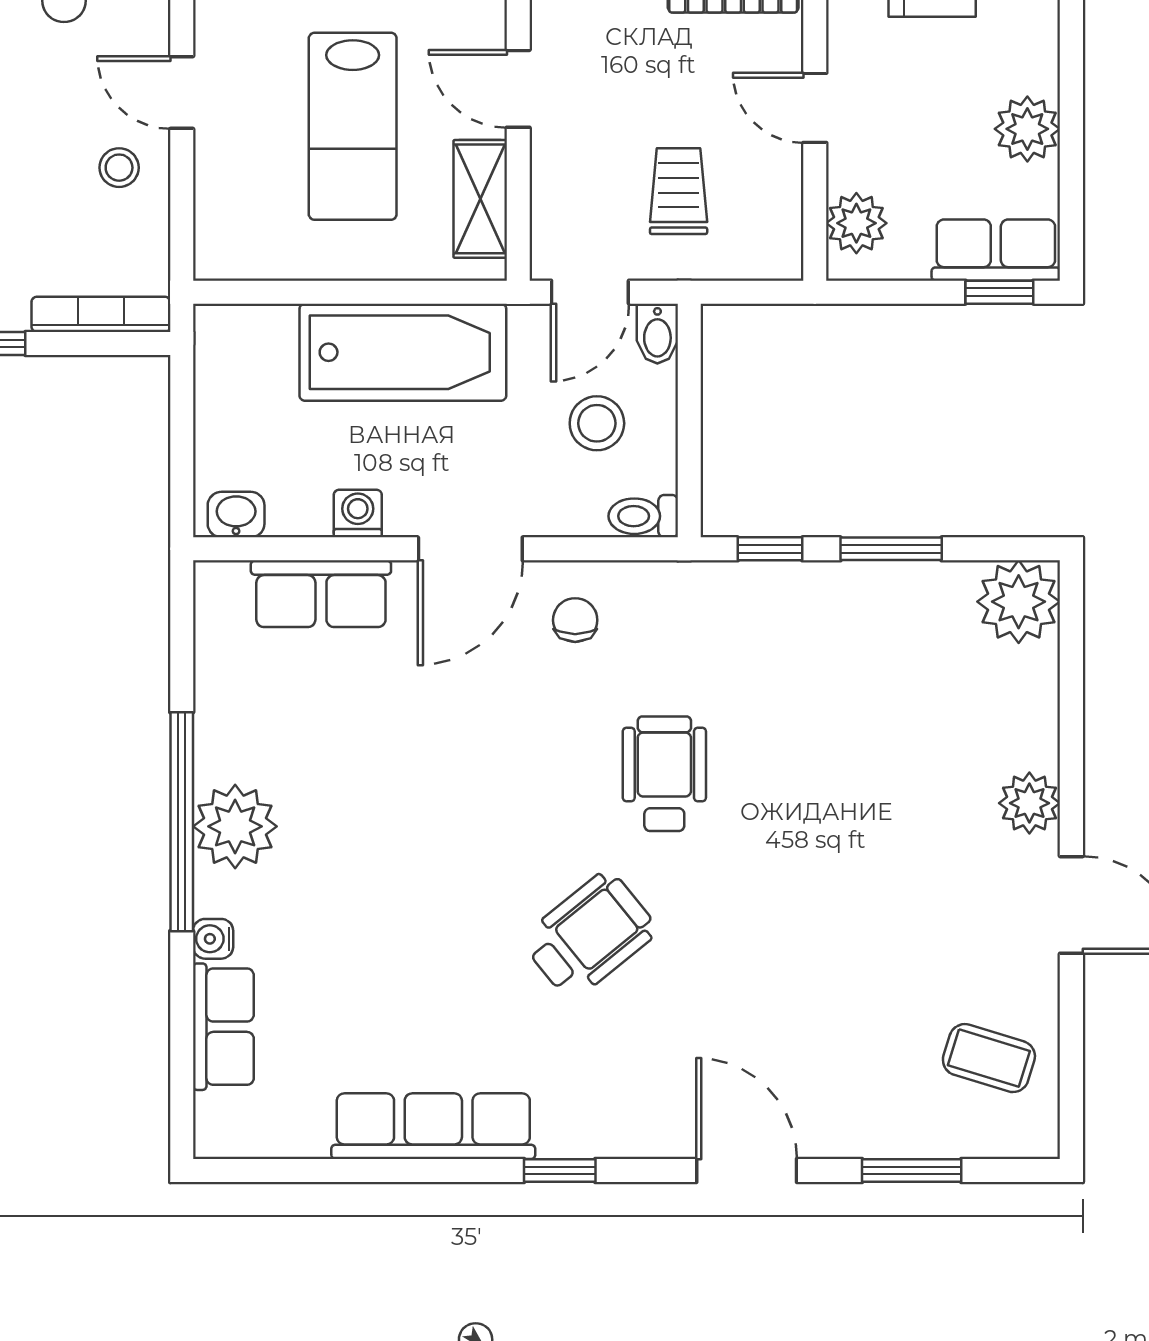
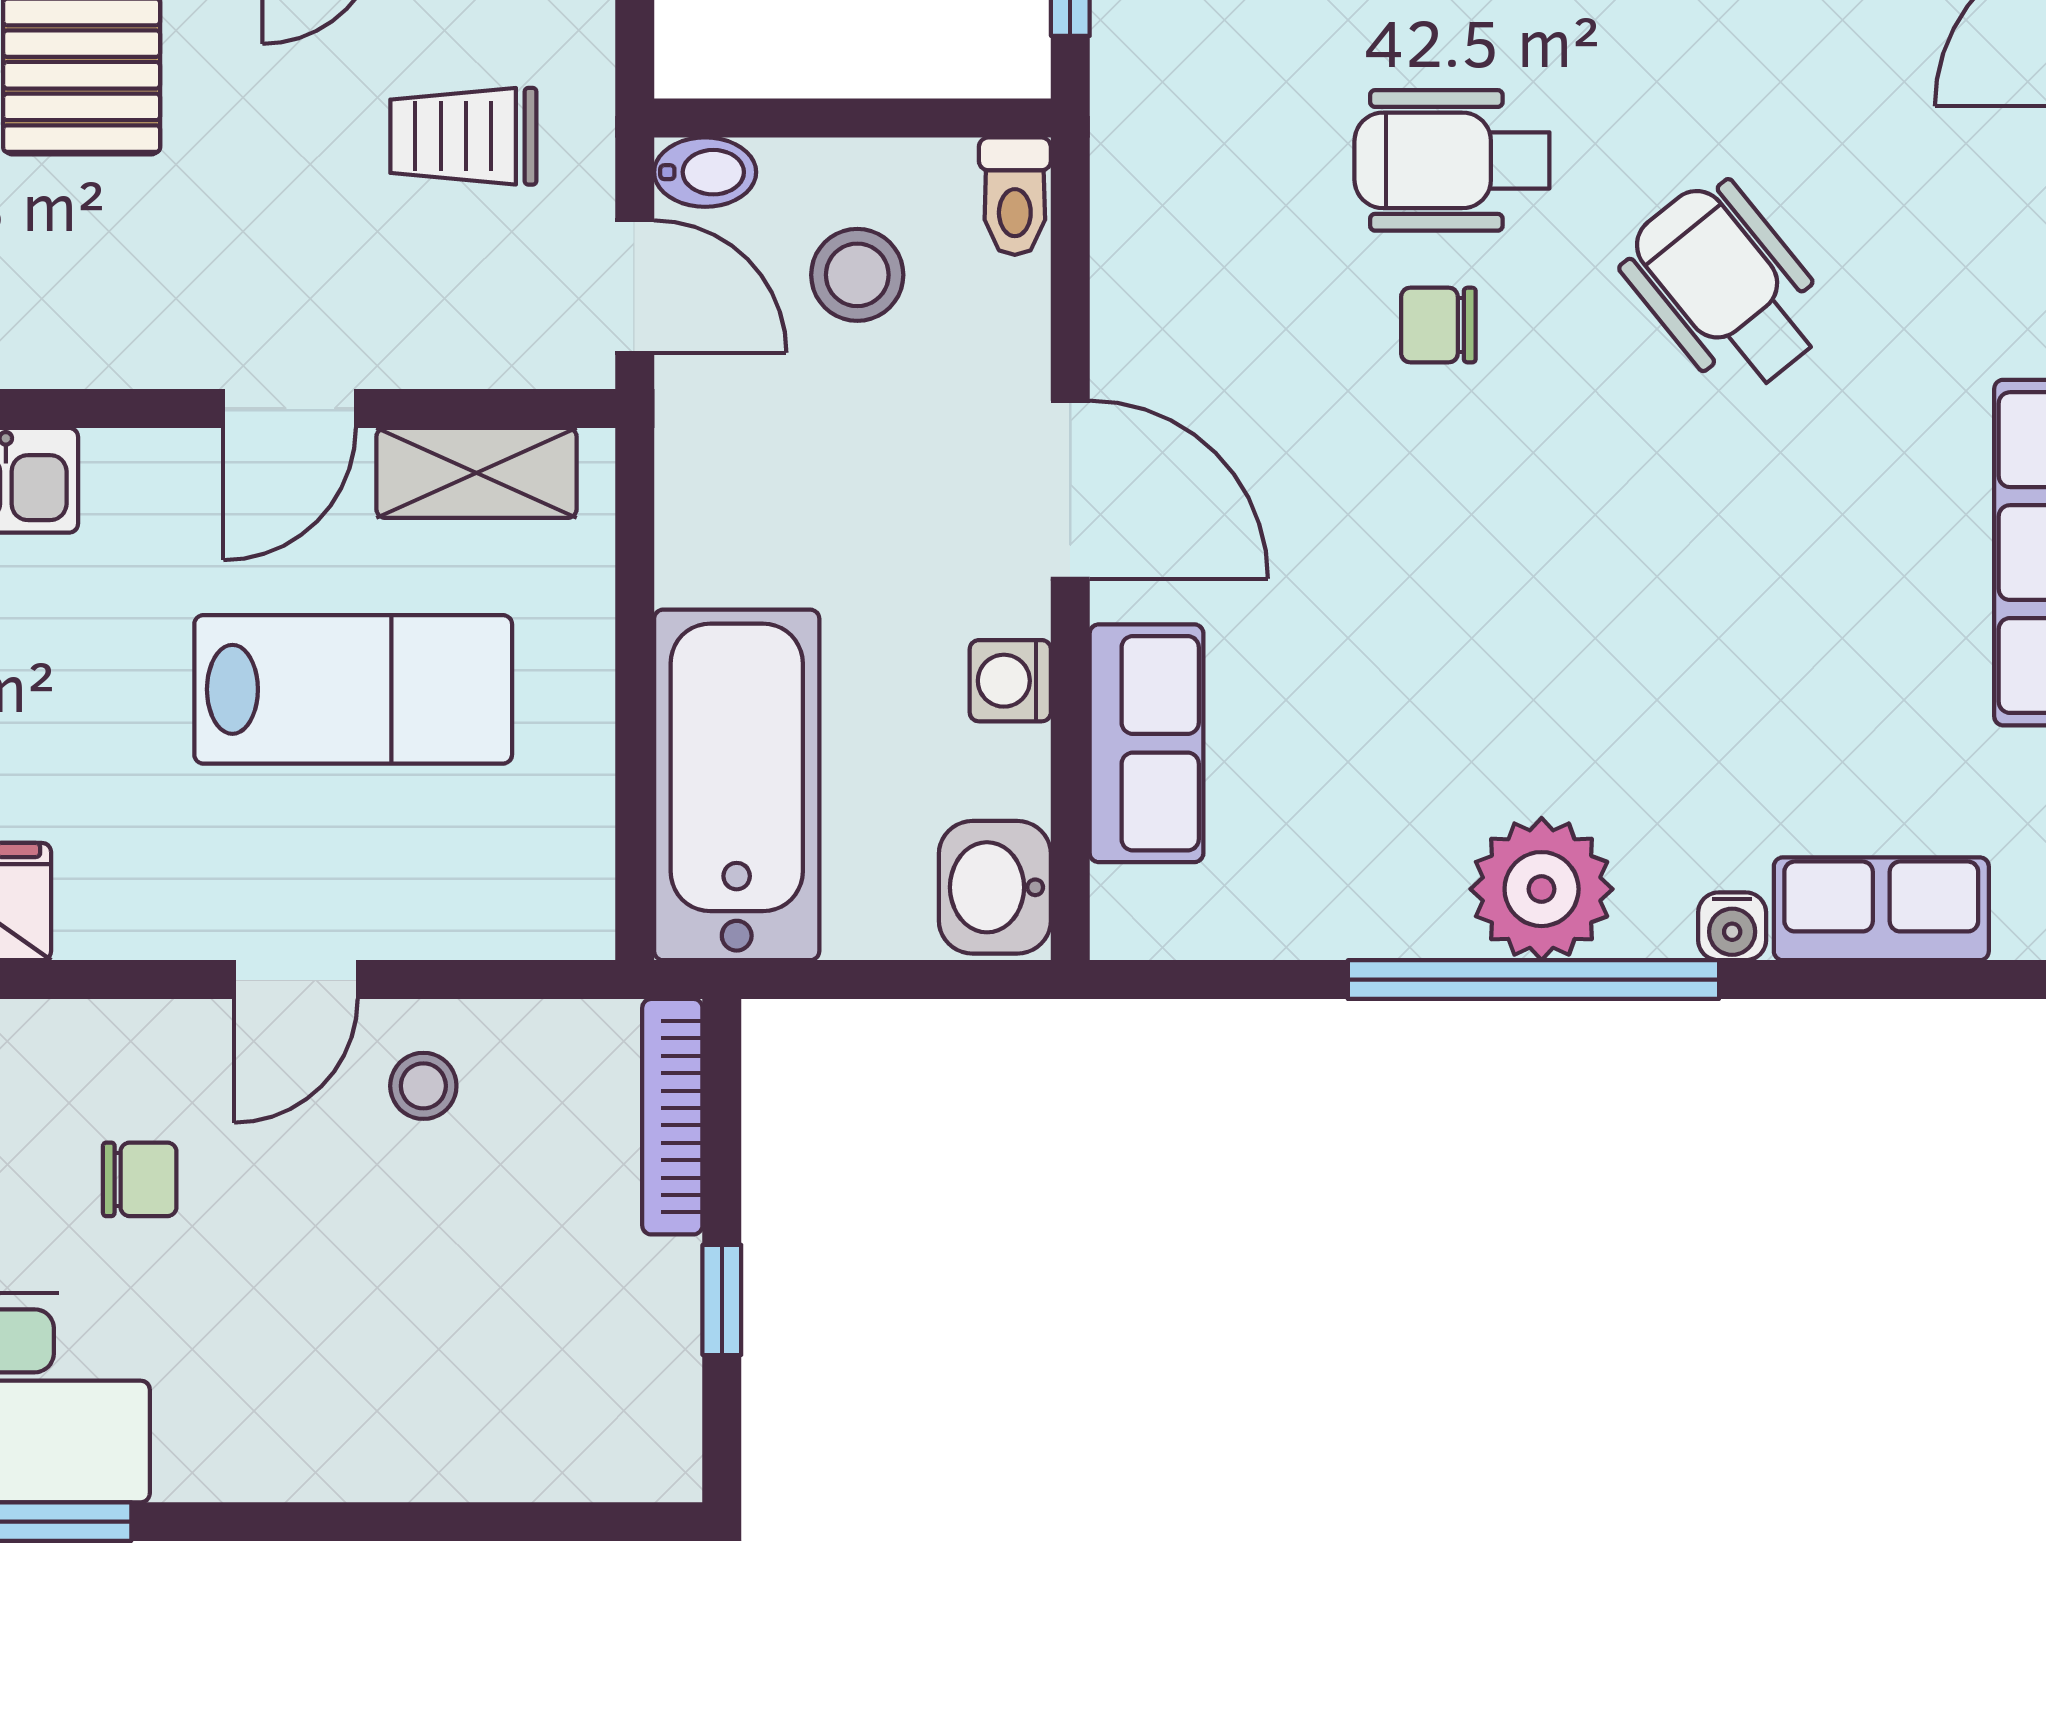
bathtub: (403, 352) -> (737, 785), moved
washbasin: (236, 515) -> (995, 887), width x1.38, depth x1.45
chair: (575, 620) -> (1438, 325), moved

